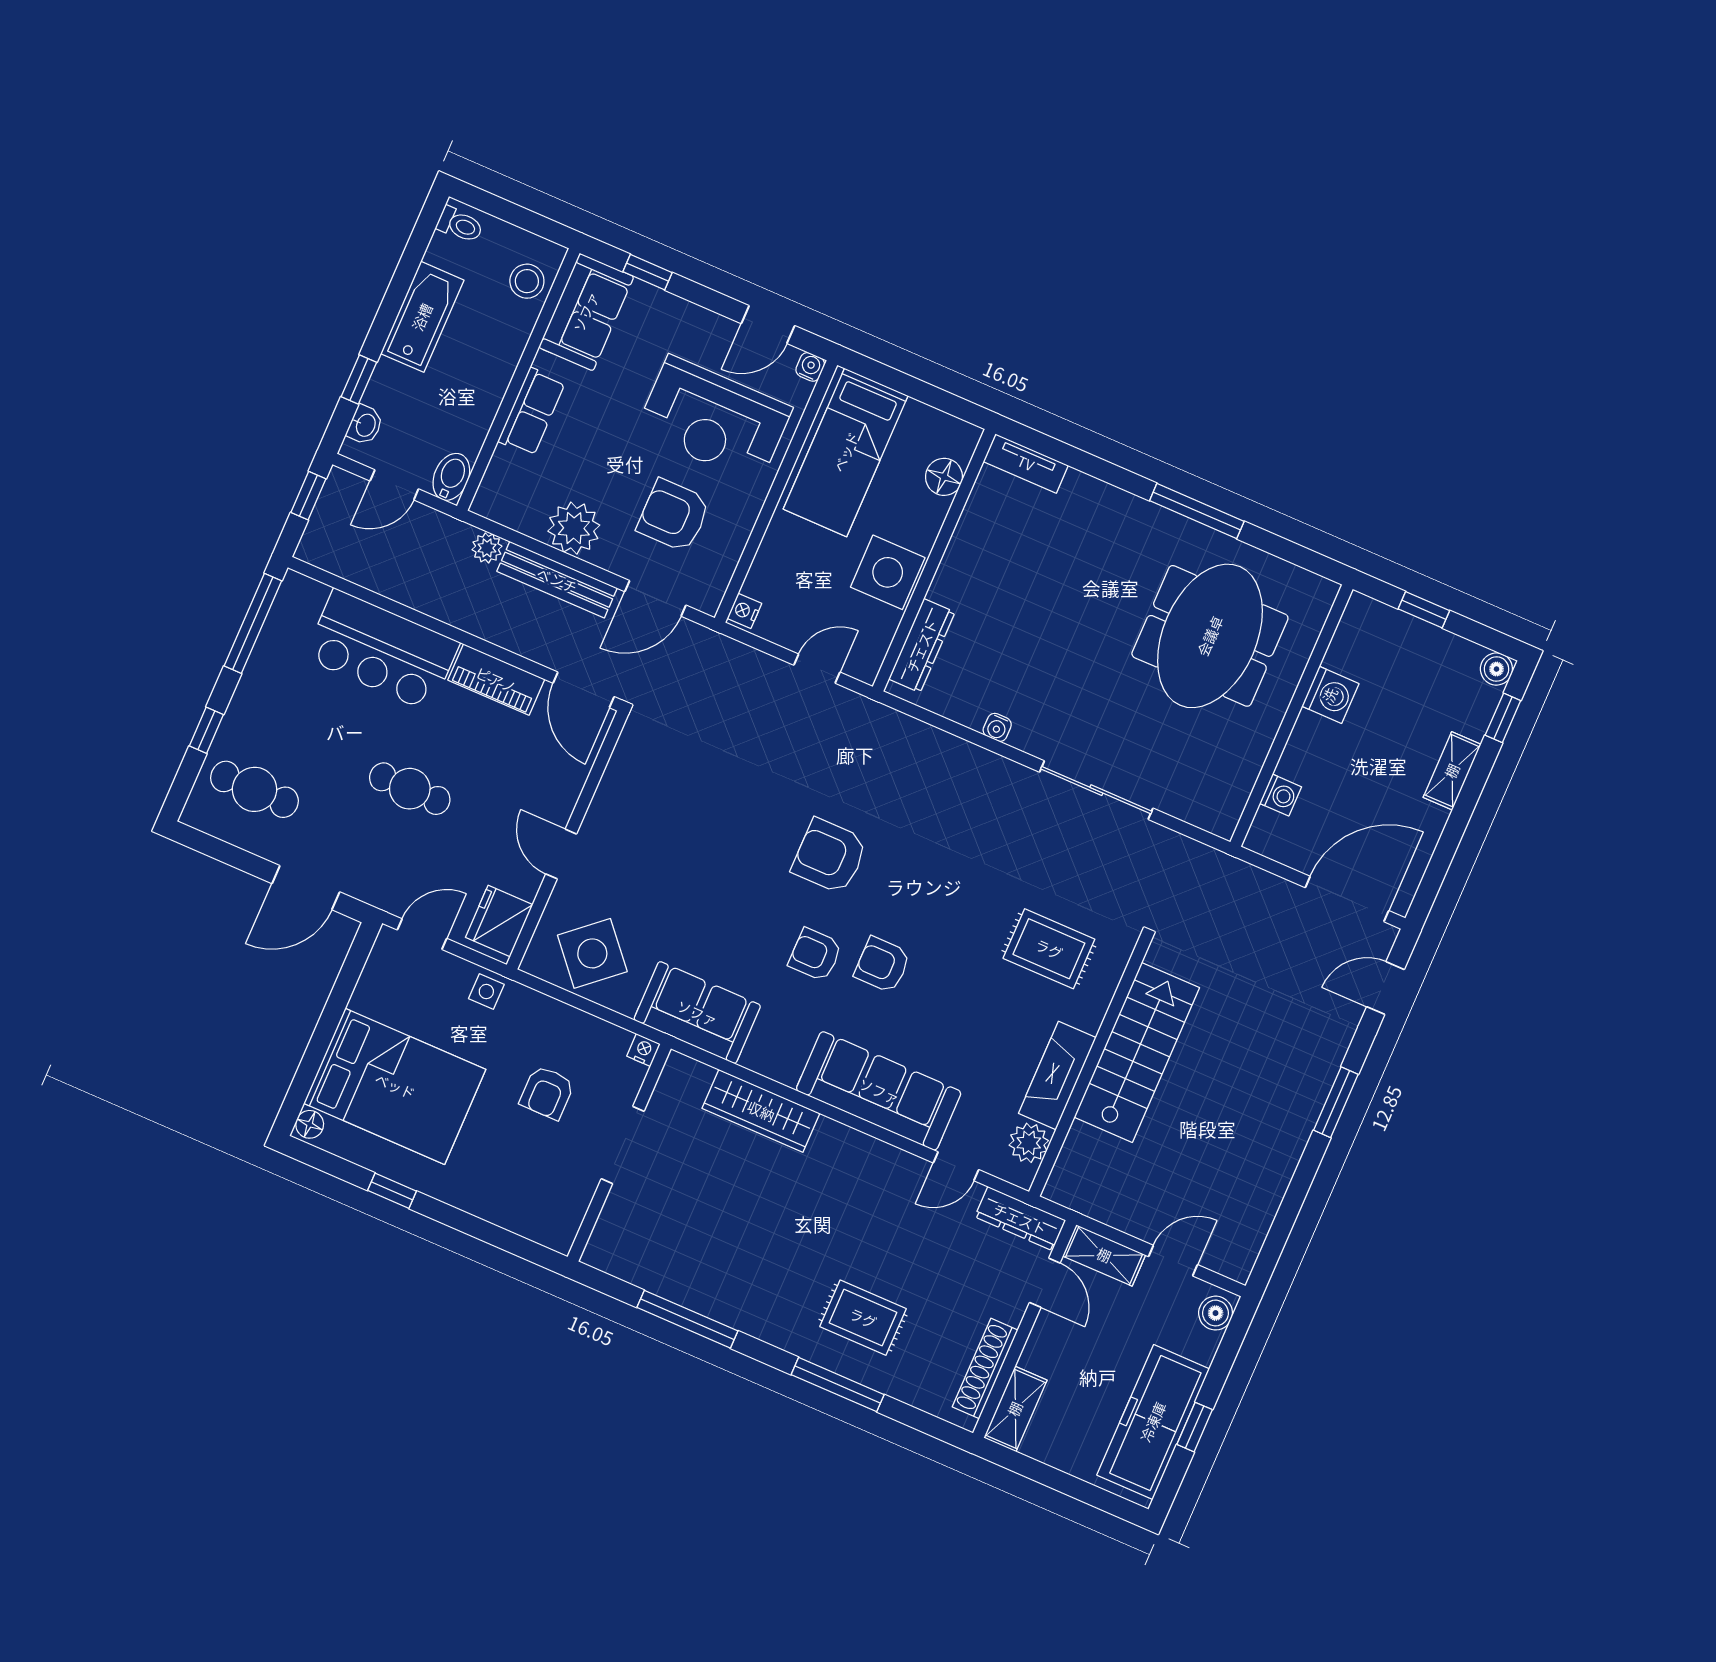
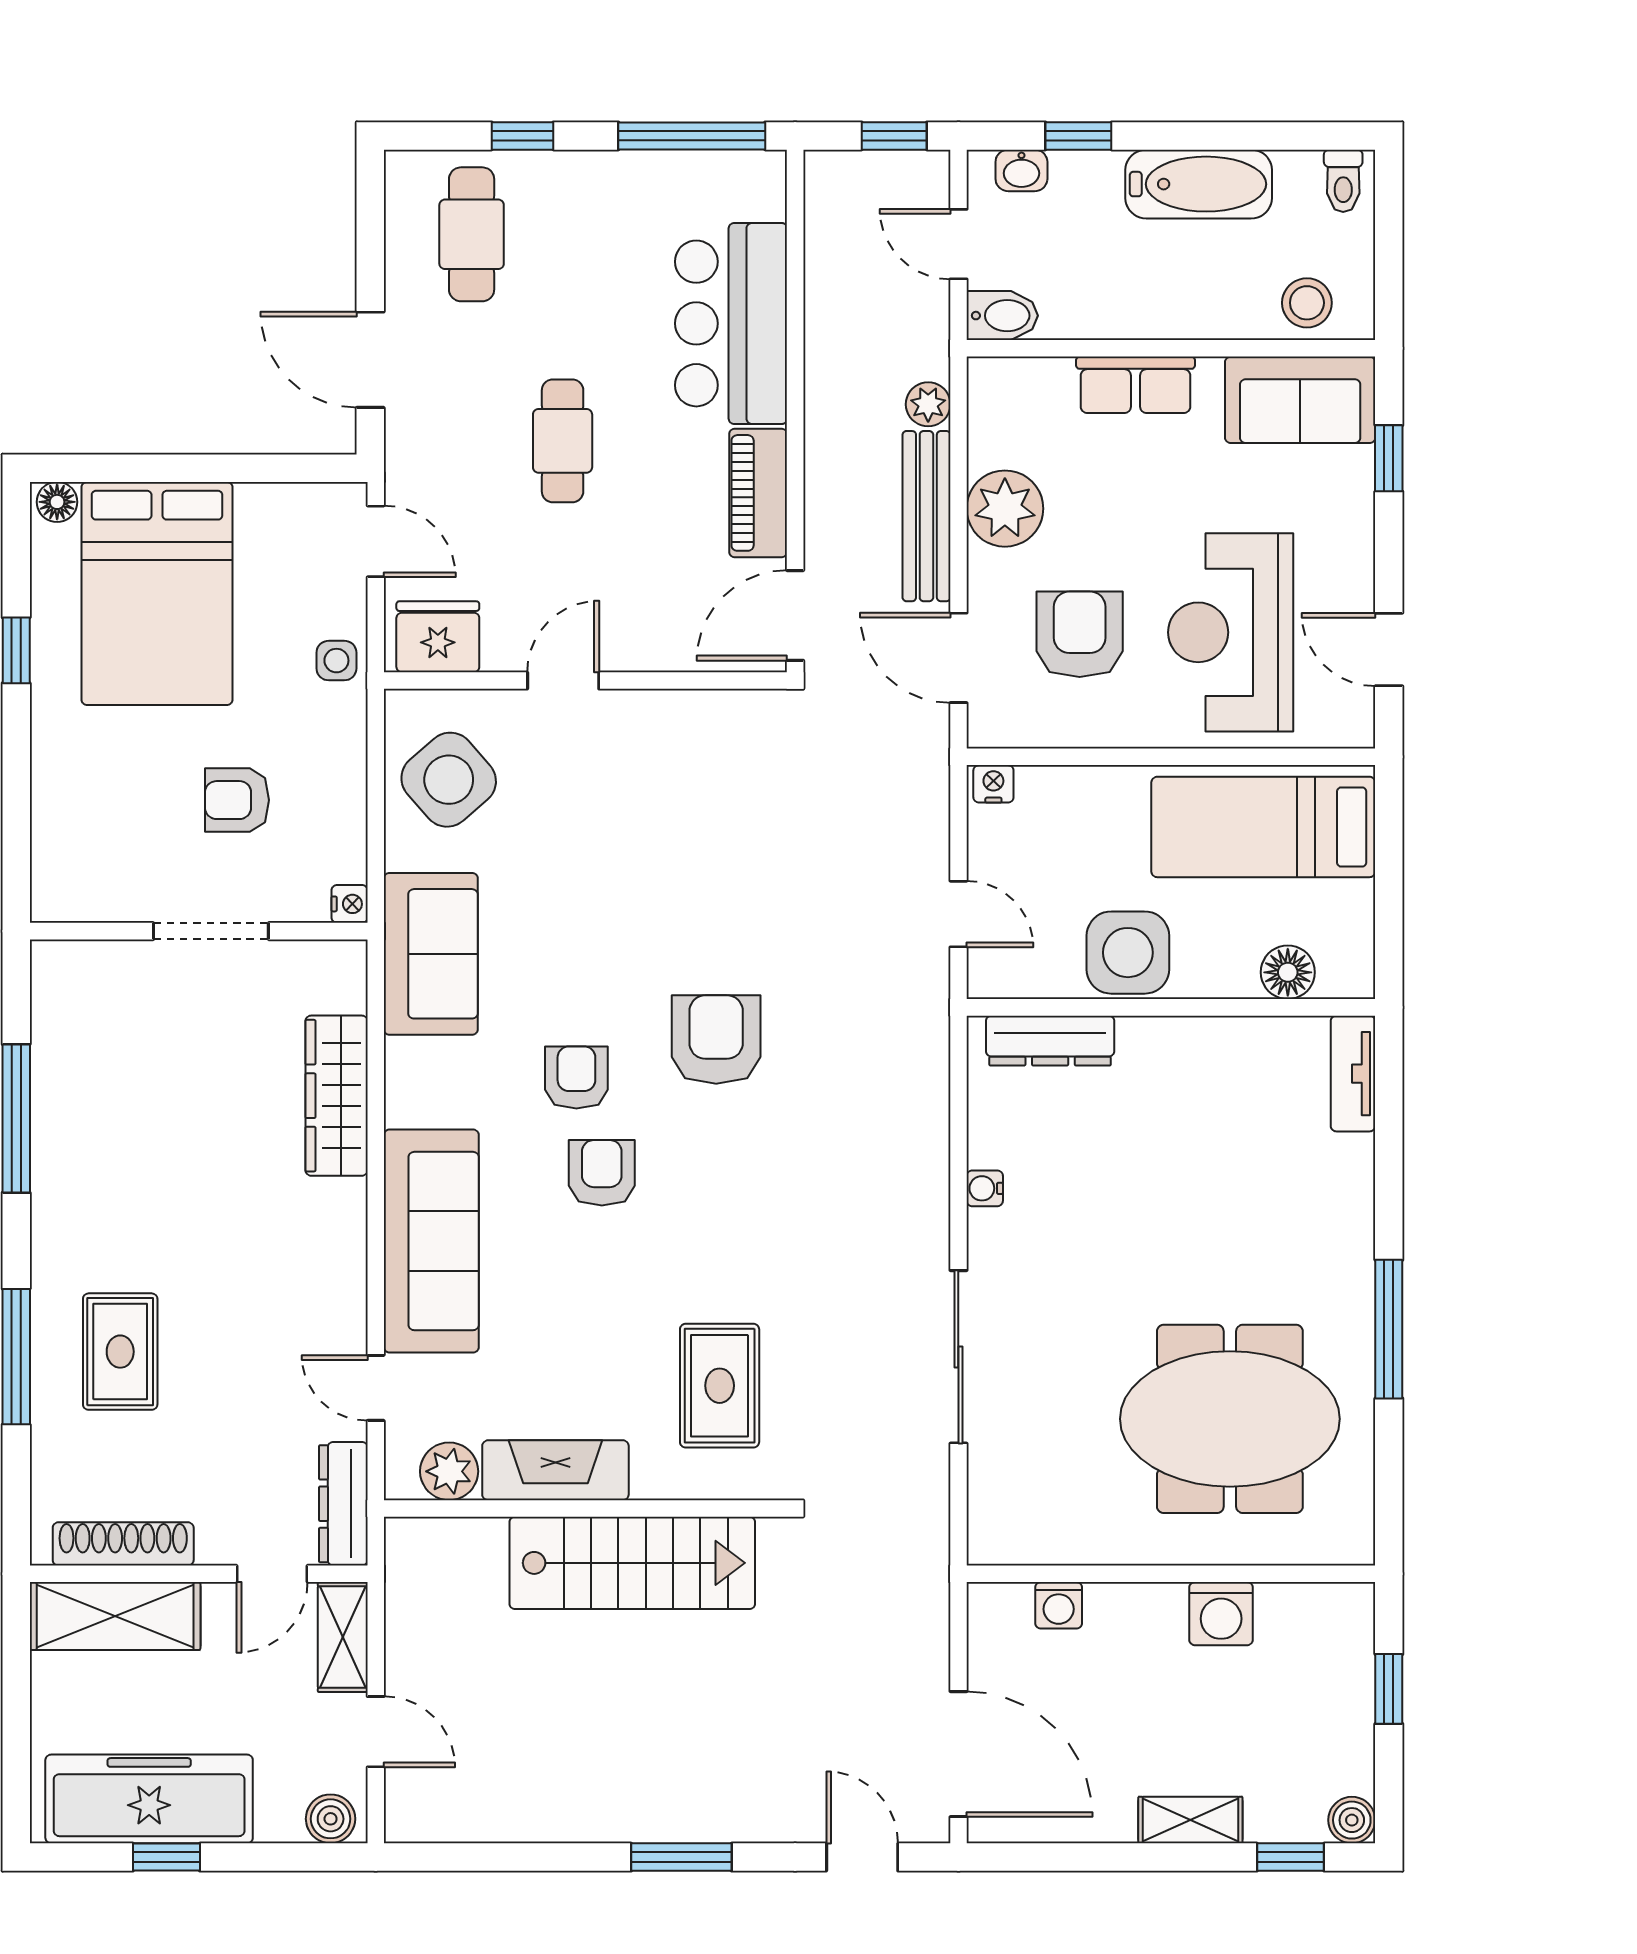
water cooler: (810, 367) -> (1357, 730), removed
shelving: (1015, 1409) -> (115, 1616), width x1.50, depth x1.33

